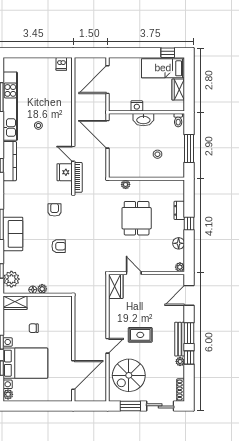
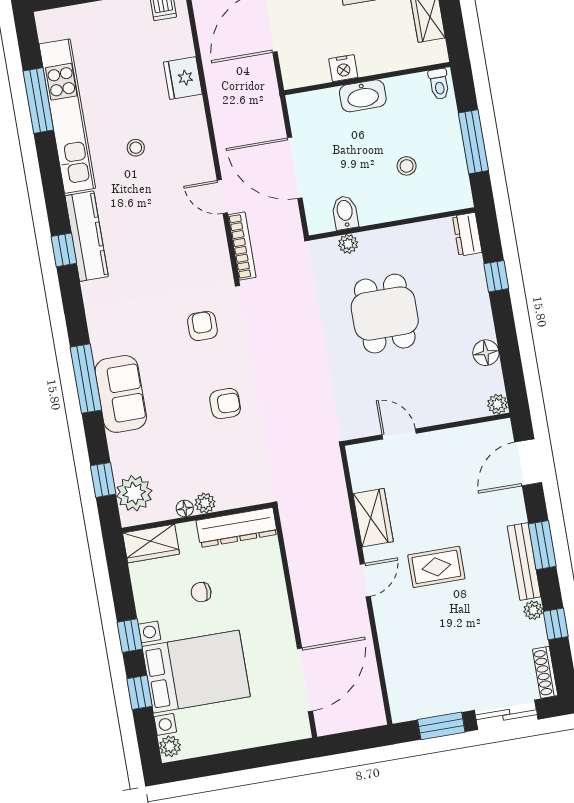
door: (108, 134) -> (295, 168), moved
bidet: (127, 170) -> (345, 213), added
fridge: (65, 172) -> (183, 78), moved
dresser: (179, 210) -> (467, 234), moved
window: (189, 223) -> (496, 276), moved
wardrobe: (116, 286) -> (373, 518), moved
dresser: (54, 302) -> (237, 527), added
door: (108, 346) -> (365, 580), moved
window: (189, 358) -> (556, 624), moved
spiral stairs: (129, 375) -> (427, 660), removed

